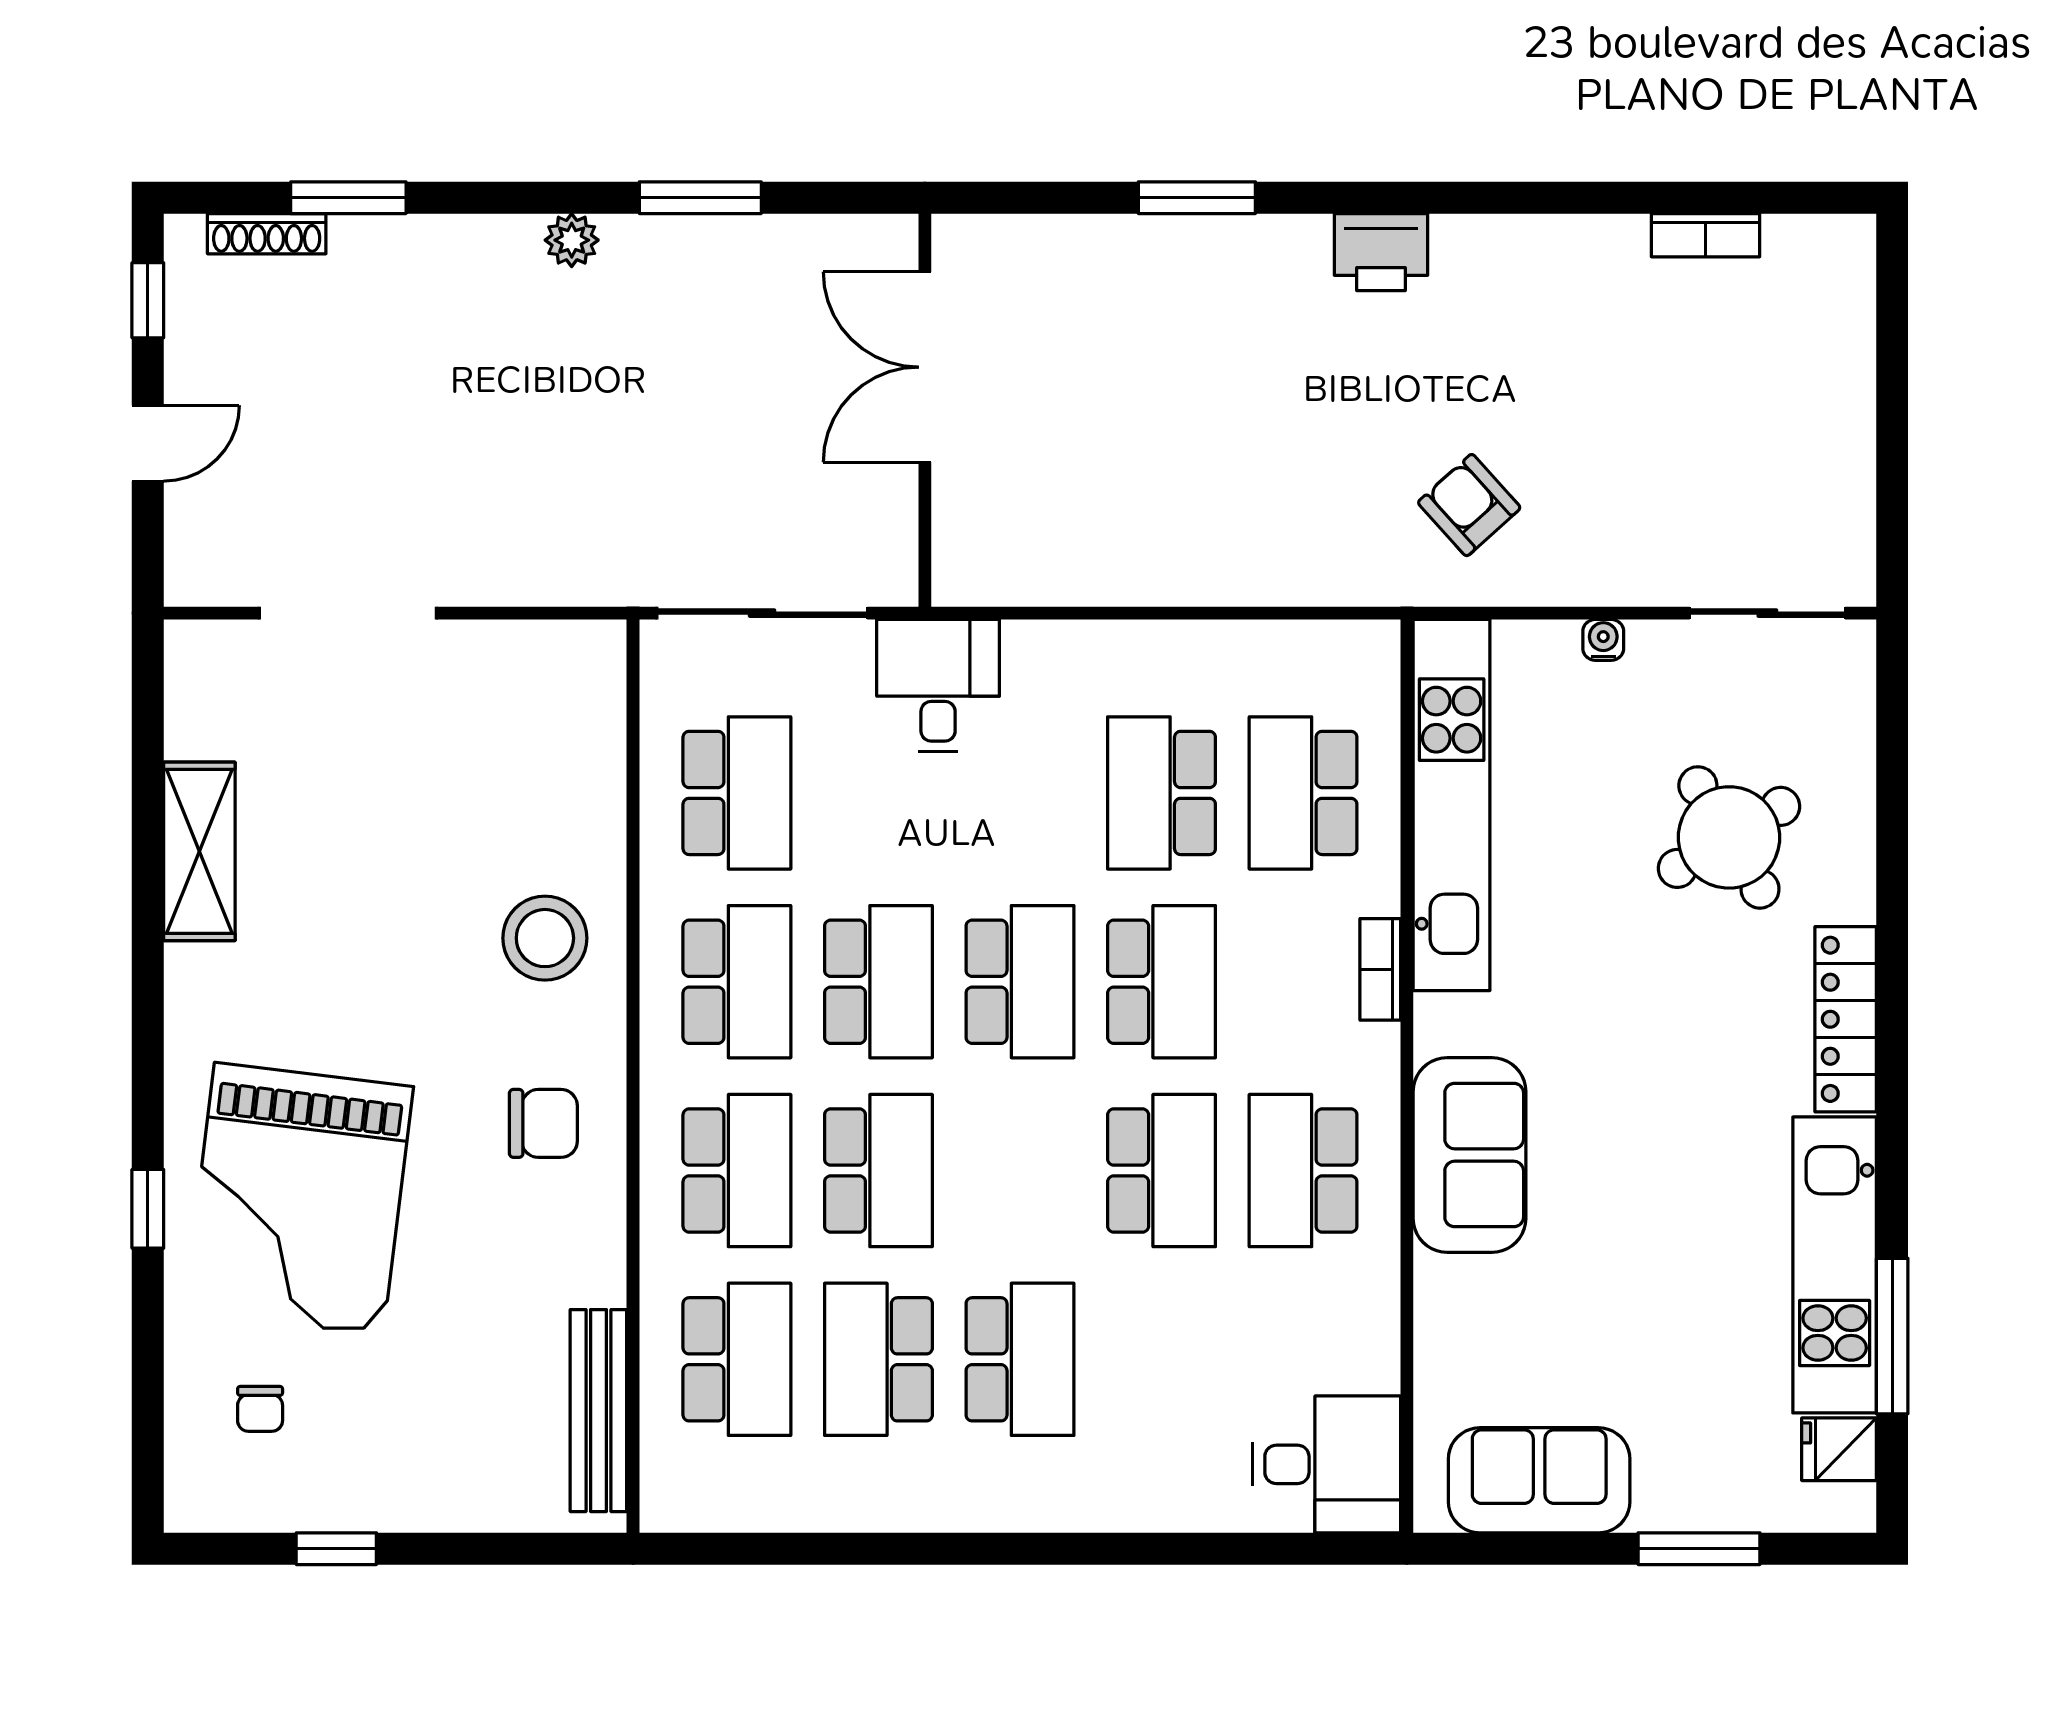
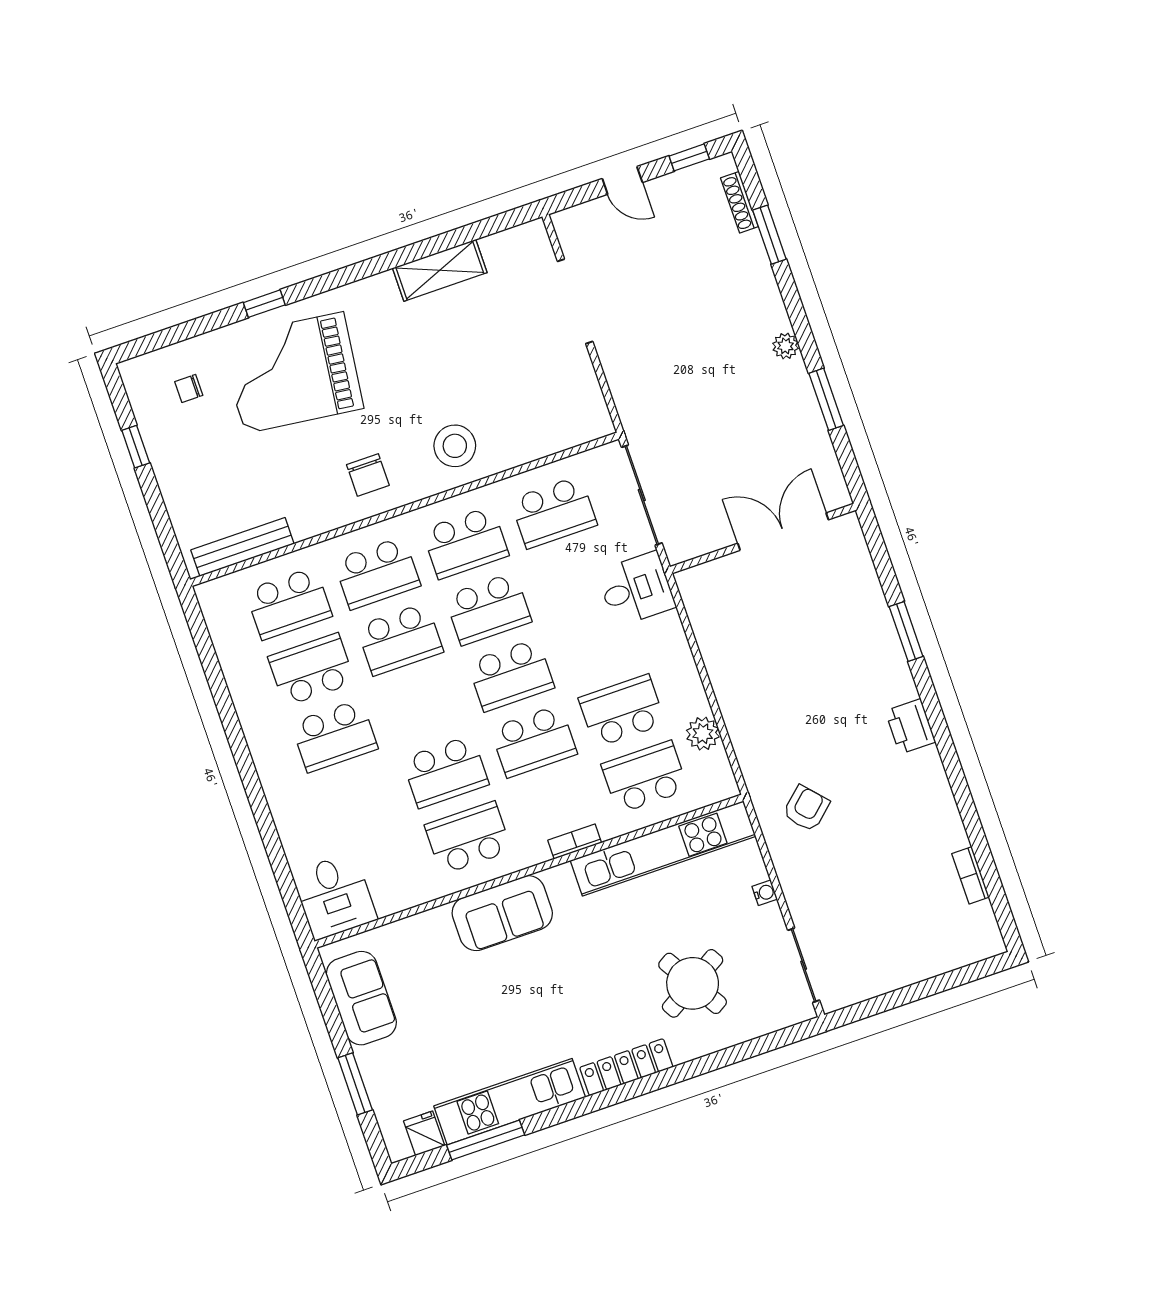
plant: (1258, 653) -> (703, 734), added

